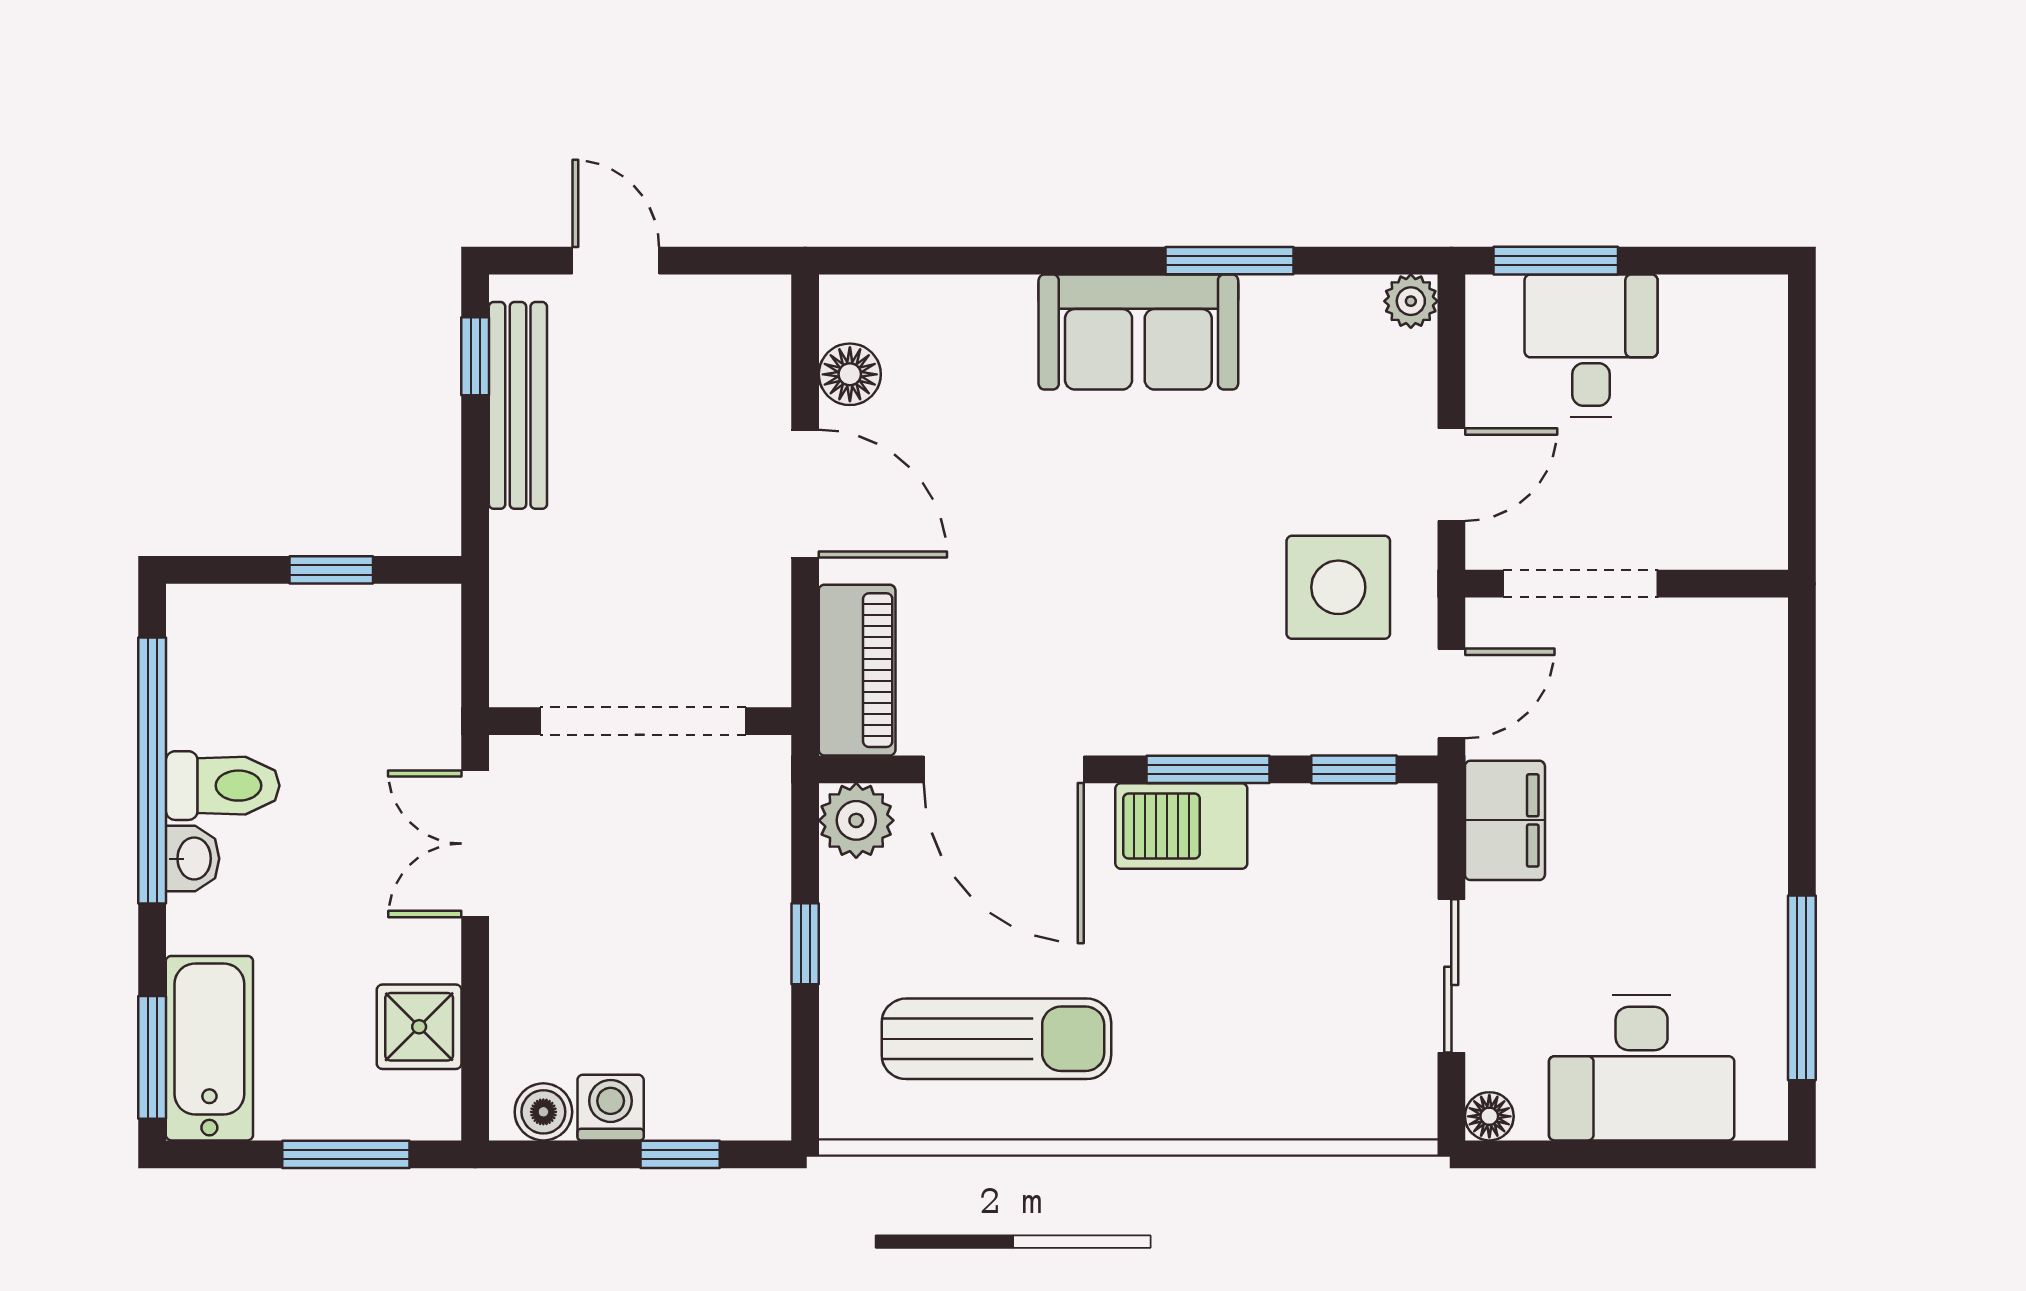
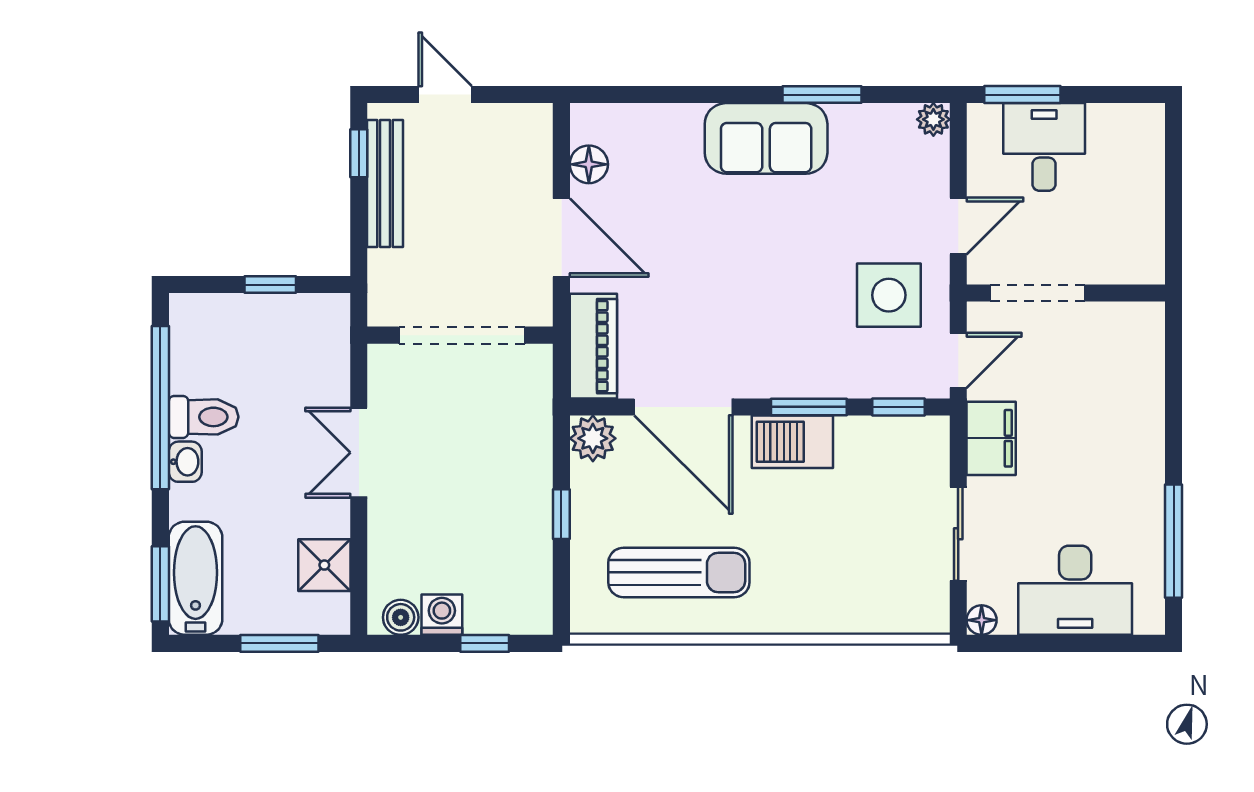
wall: (640, 721) -> (460, 335), moved
doorway: (643, 721) -> (462, 335), moved

